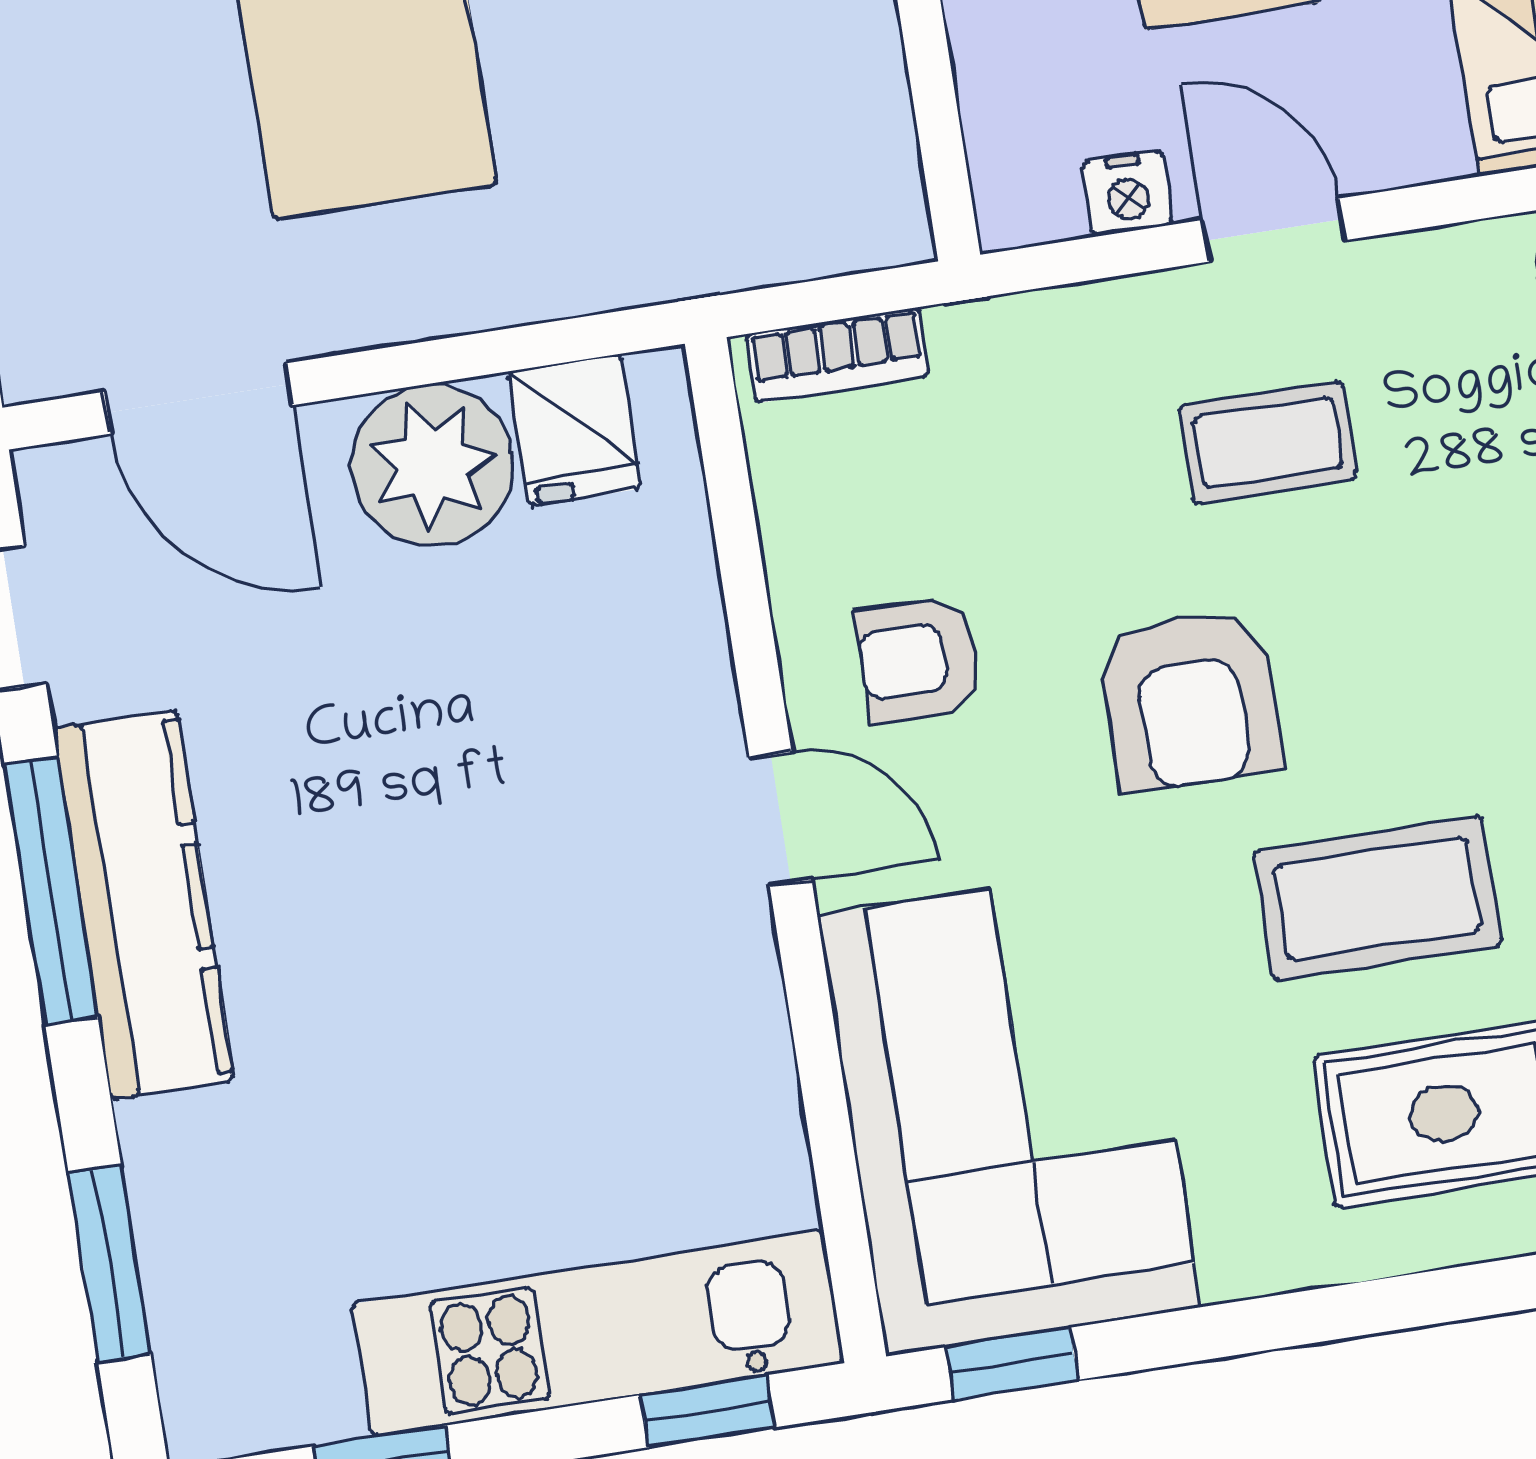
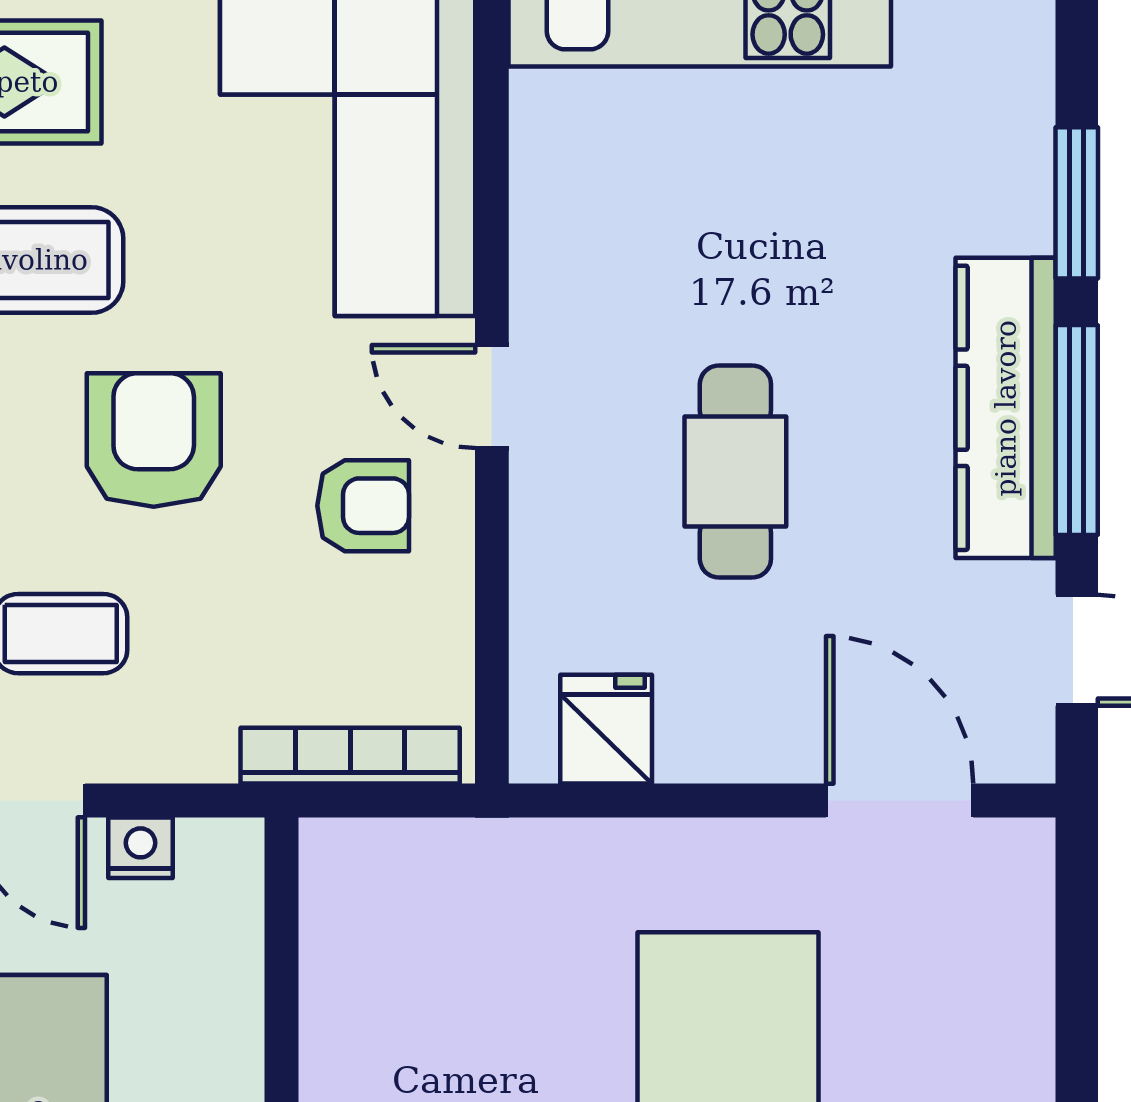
bookcase: (838, 355) -> (350, 756), width x1.56
plant: (432, 465) -> (723, 719), removed
cafe table: (465, 773) -> (735, 472), added
window: (110, 1263) -> (1077, 203), moved

